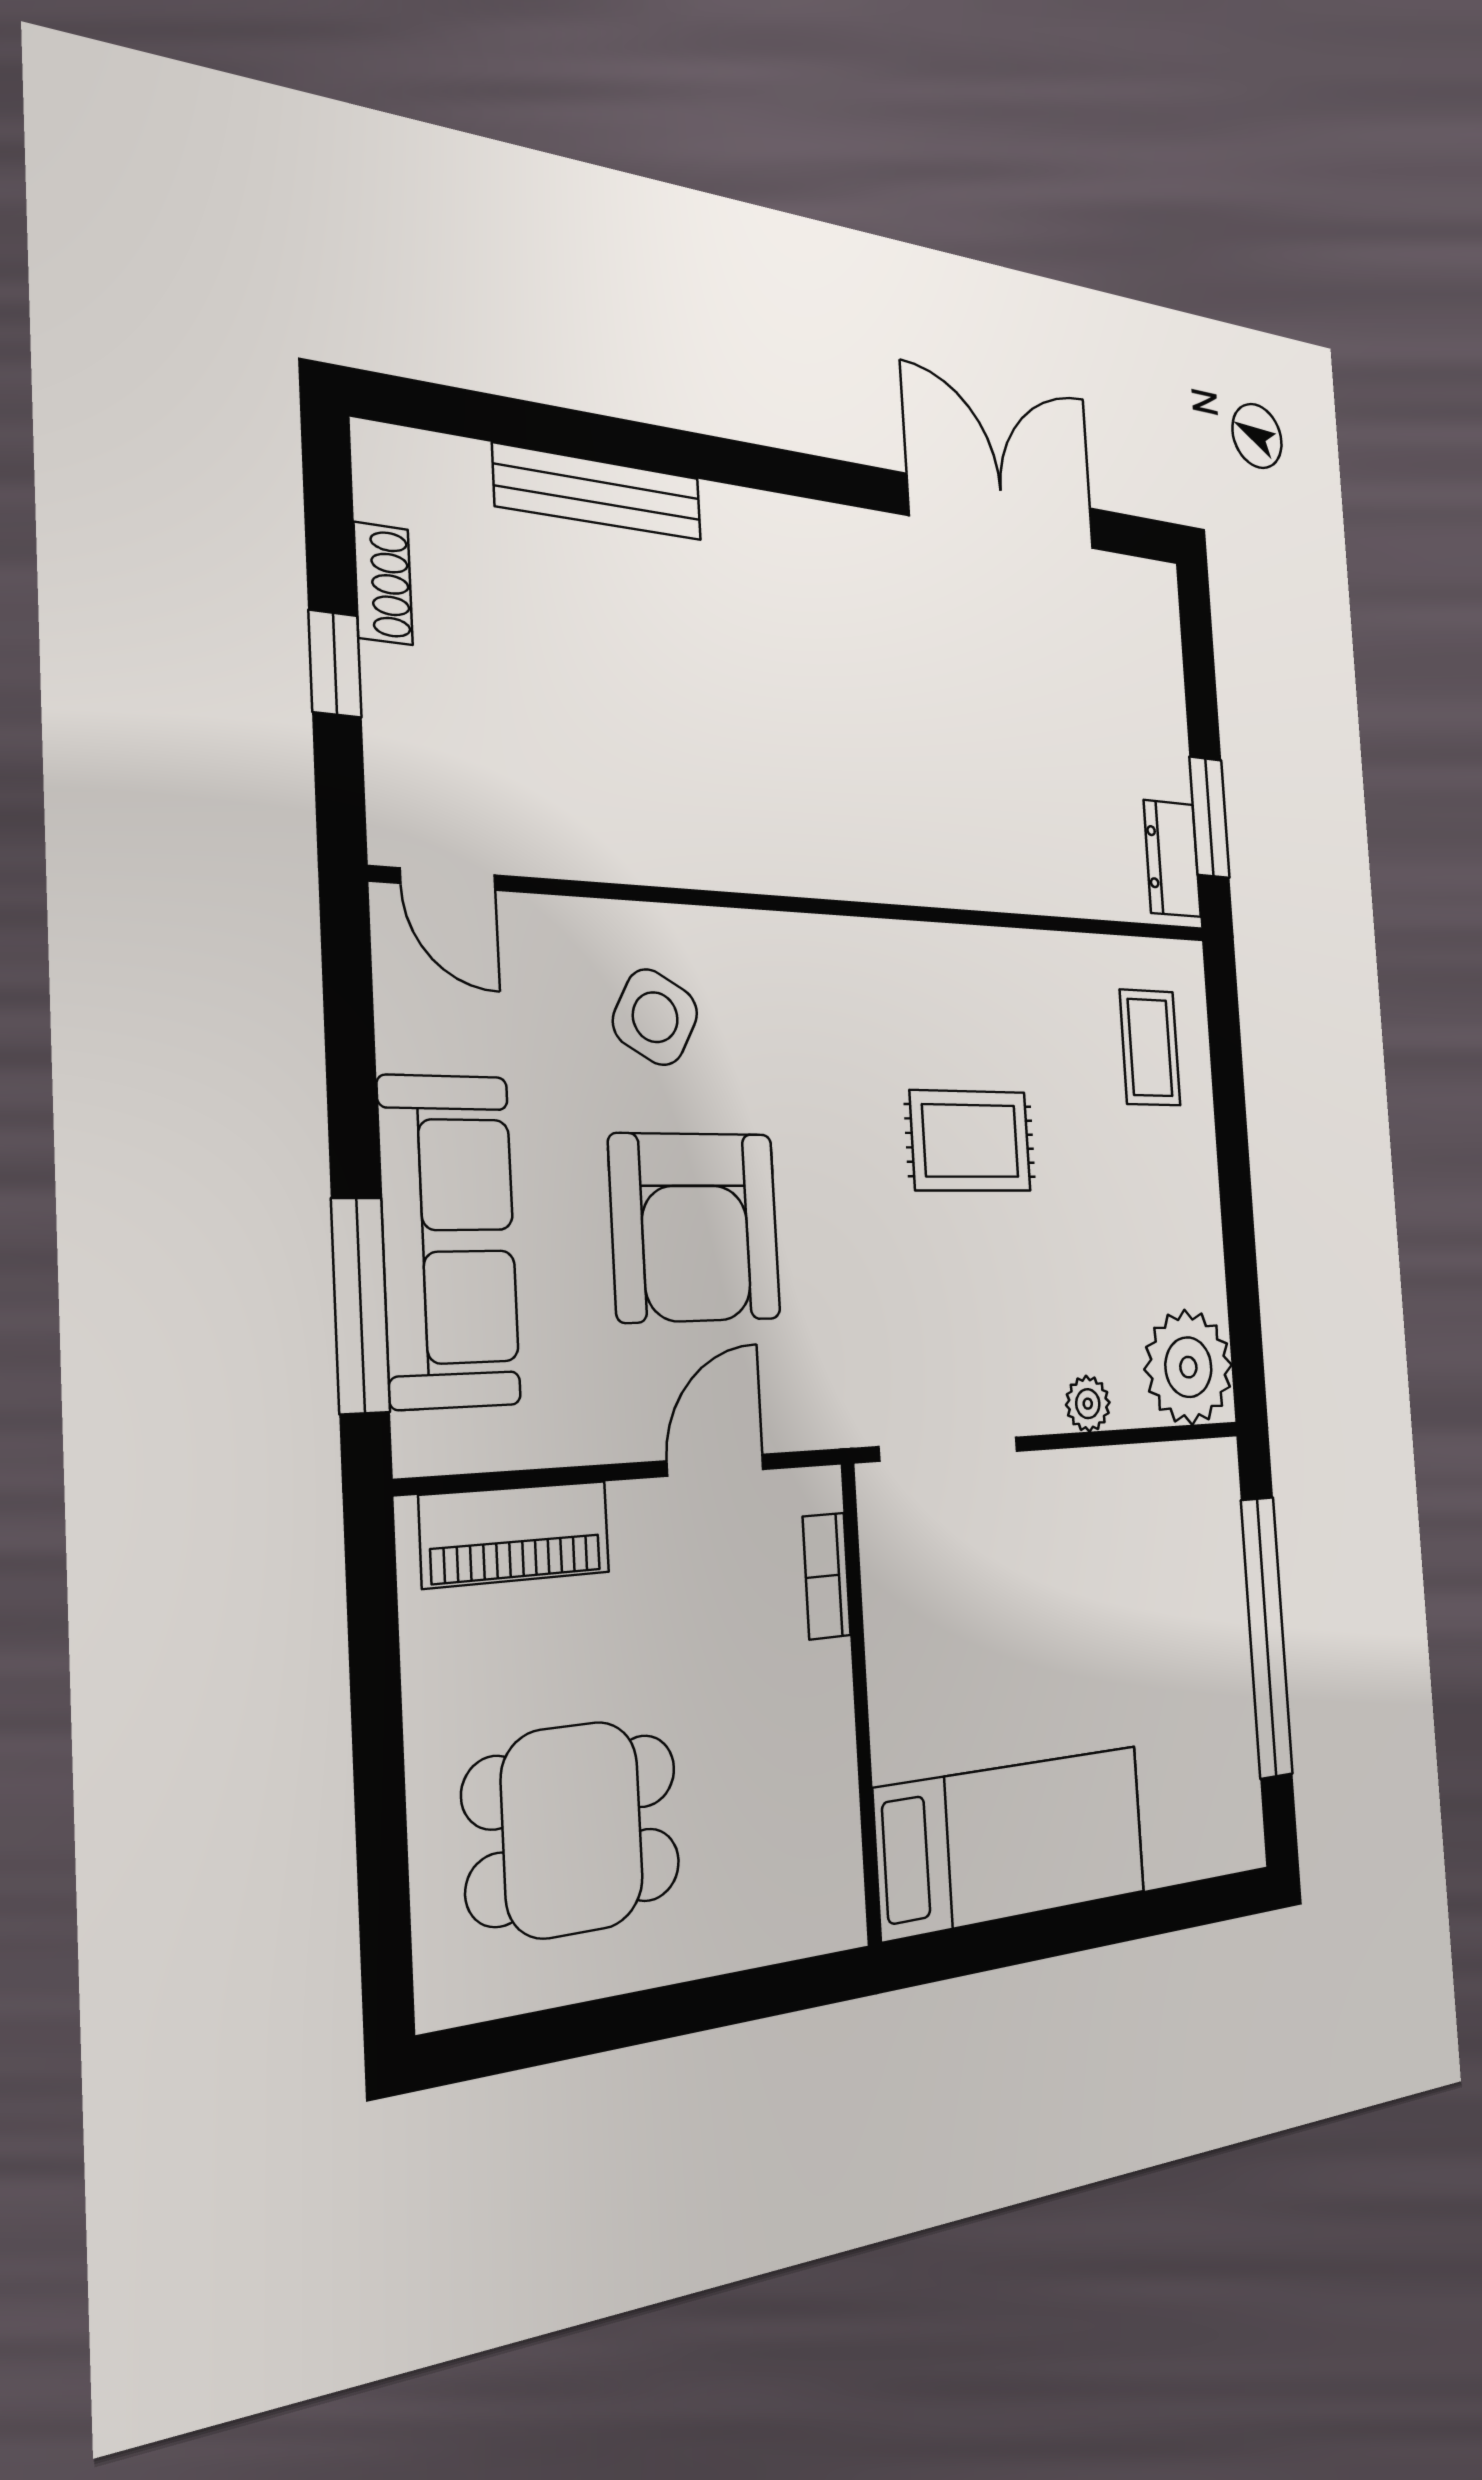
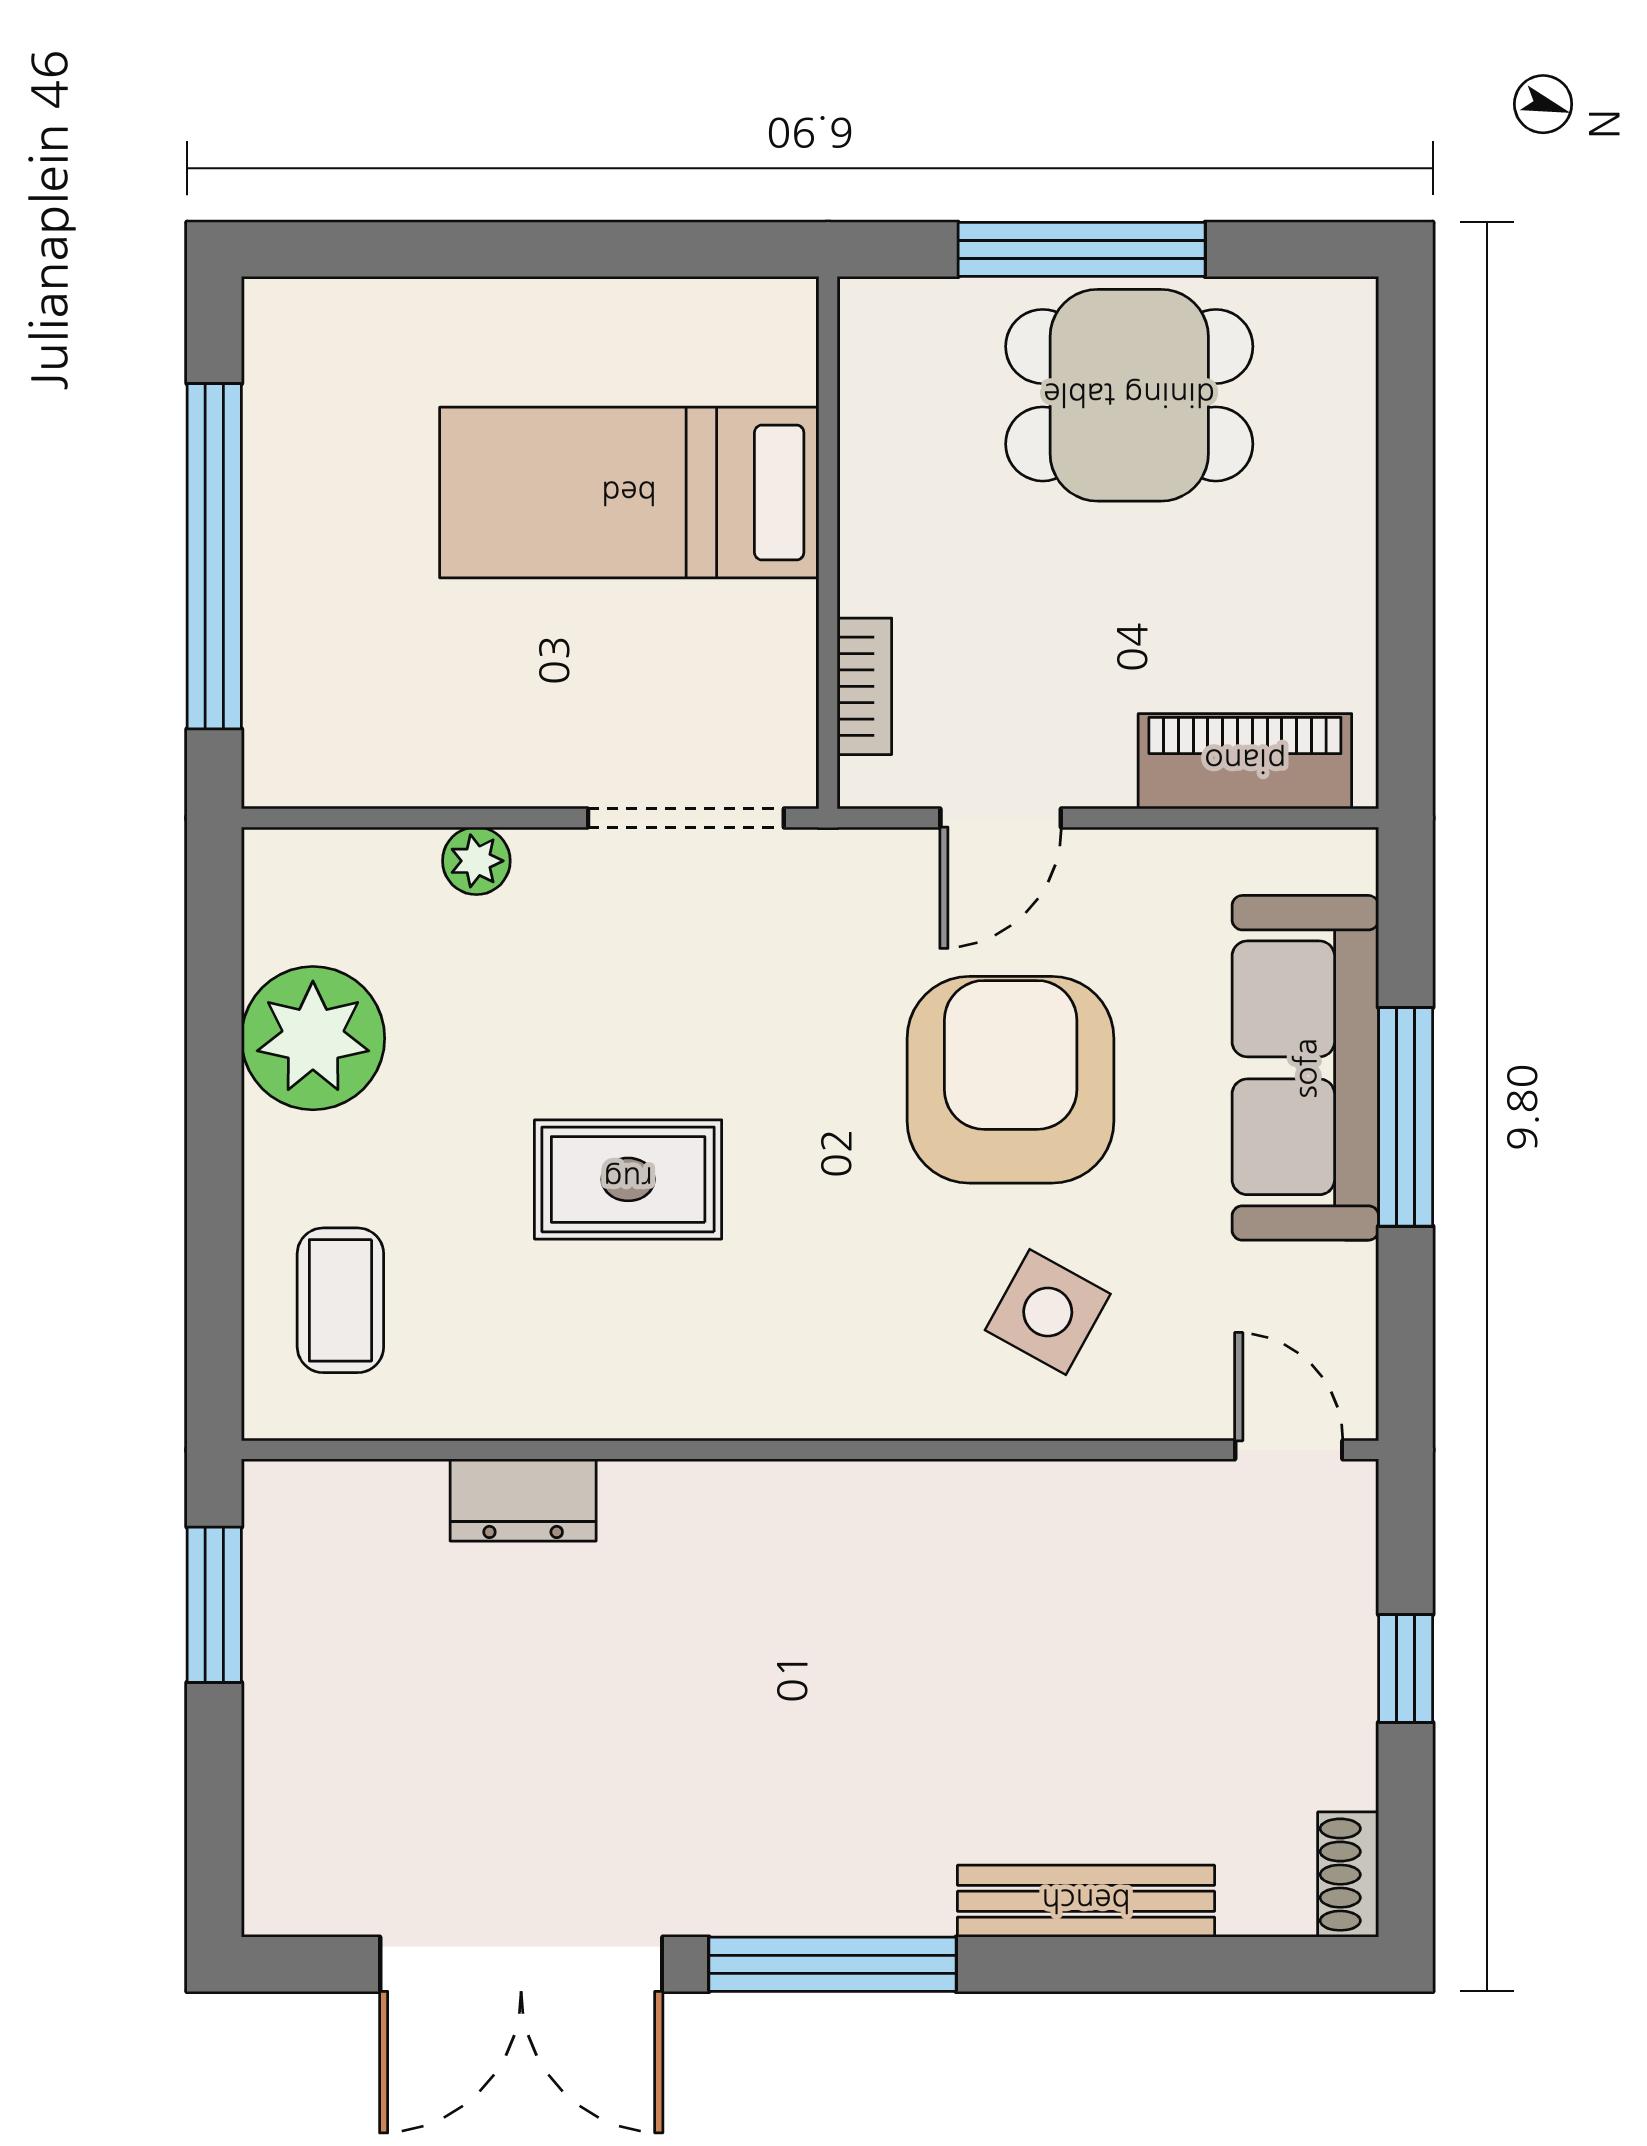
window: (789, 473) -> (833, 1964), added
shoe rack: (383, 583) -> (1348, 1875), moved
dresser: (1172, 858) -> (523, 1500), moved, turned 90
window: (360, 1305) -> (1406, 1117), moved
plant: (1188, 1367) -> (313, 1038), moved
dining table: (572, 1829) -> (1129, 395), moved
bed: (1012, 1841) -> (629, 493), moved
window: (677, 2010) -> (1082, 249), added

